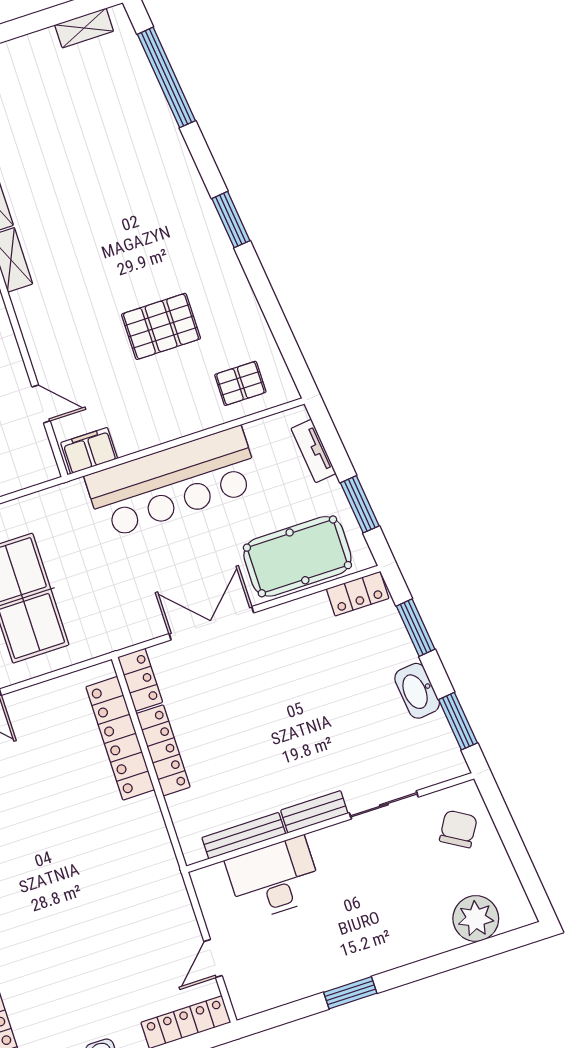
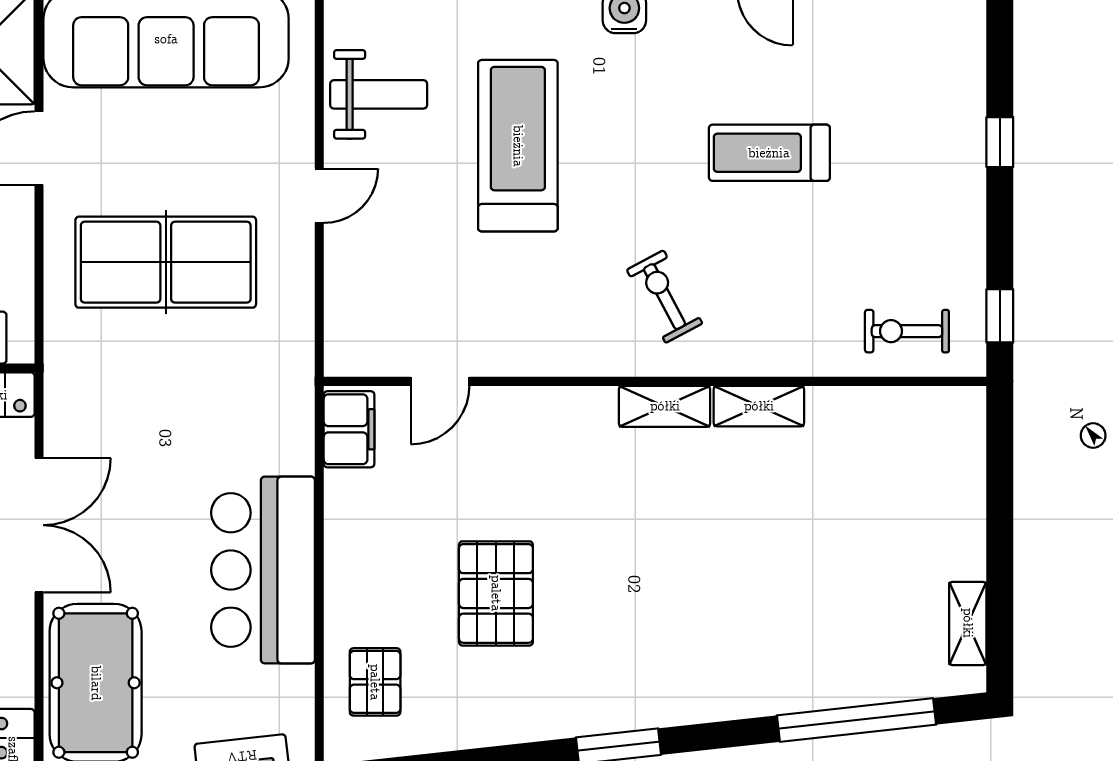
bar counter: (173, 482) -> (263, 570), width x0.73

